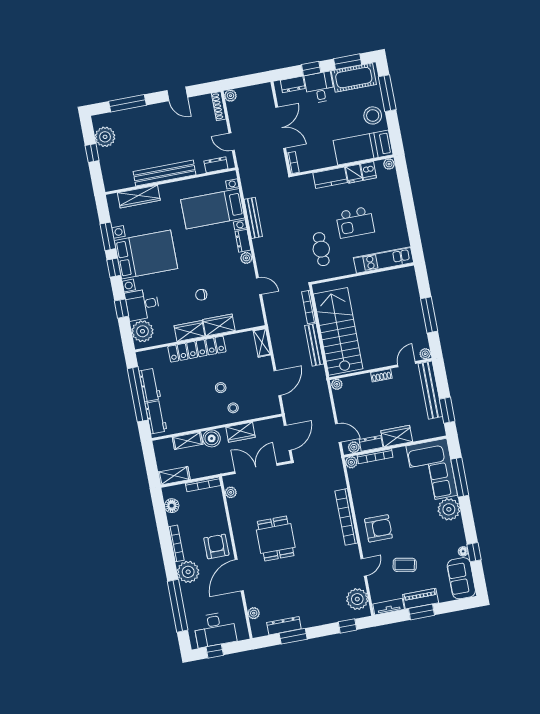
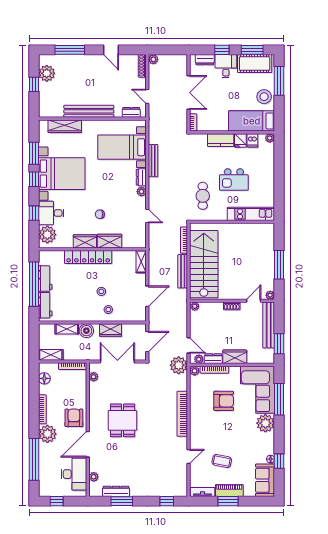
armchair: (378, 528) -> (224, 401), moved
plant: (357, 599) -> (179, 365), moved
desk: (215, 629) -> (74, 474), moved, turned -90

